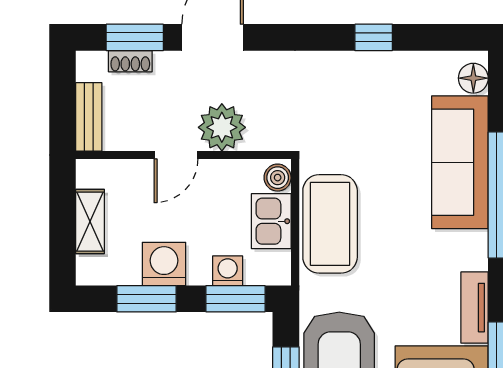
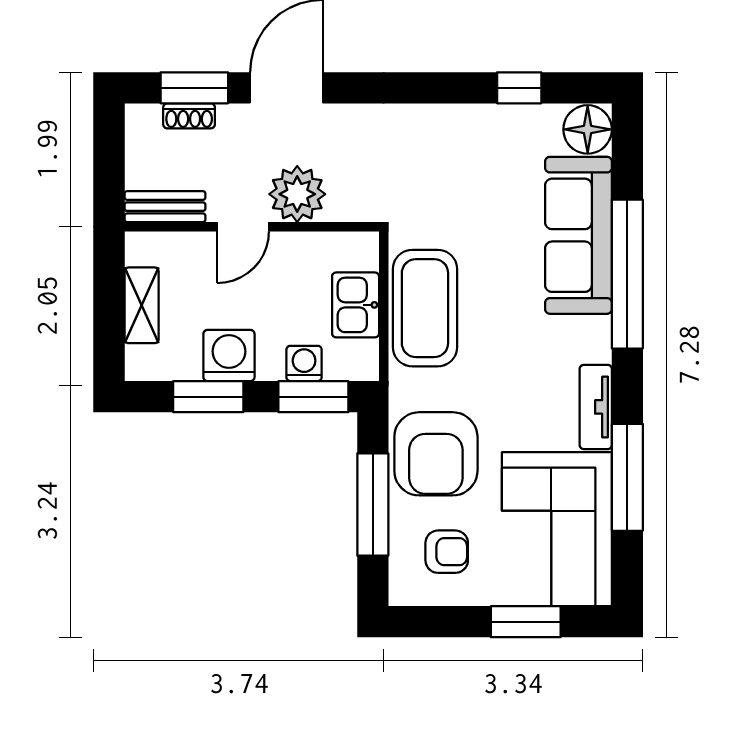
window: (374, 37) -> (519, 88), moved
floor lamp: (473, 78) -> (588, 129), width x1.38, depth x1.38
bench: (89, 117) -> (165, 207), moved, turned 90
boiler: (278, 178) -> (363, 253), removed

